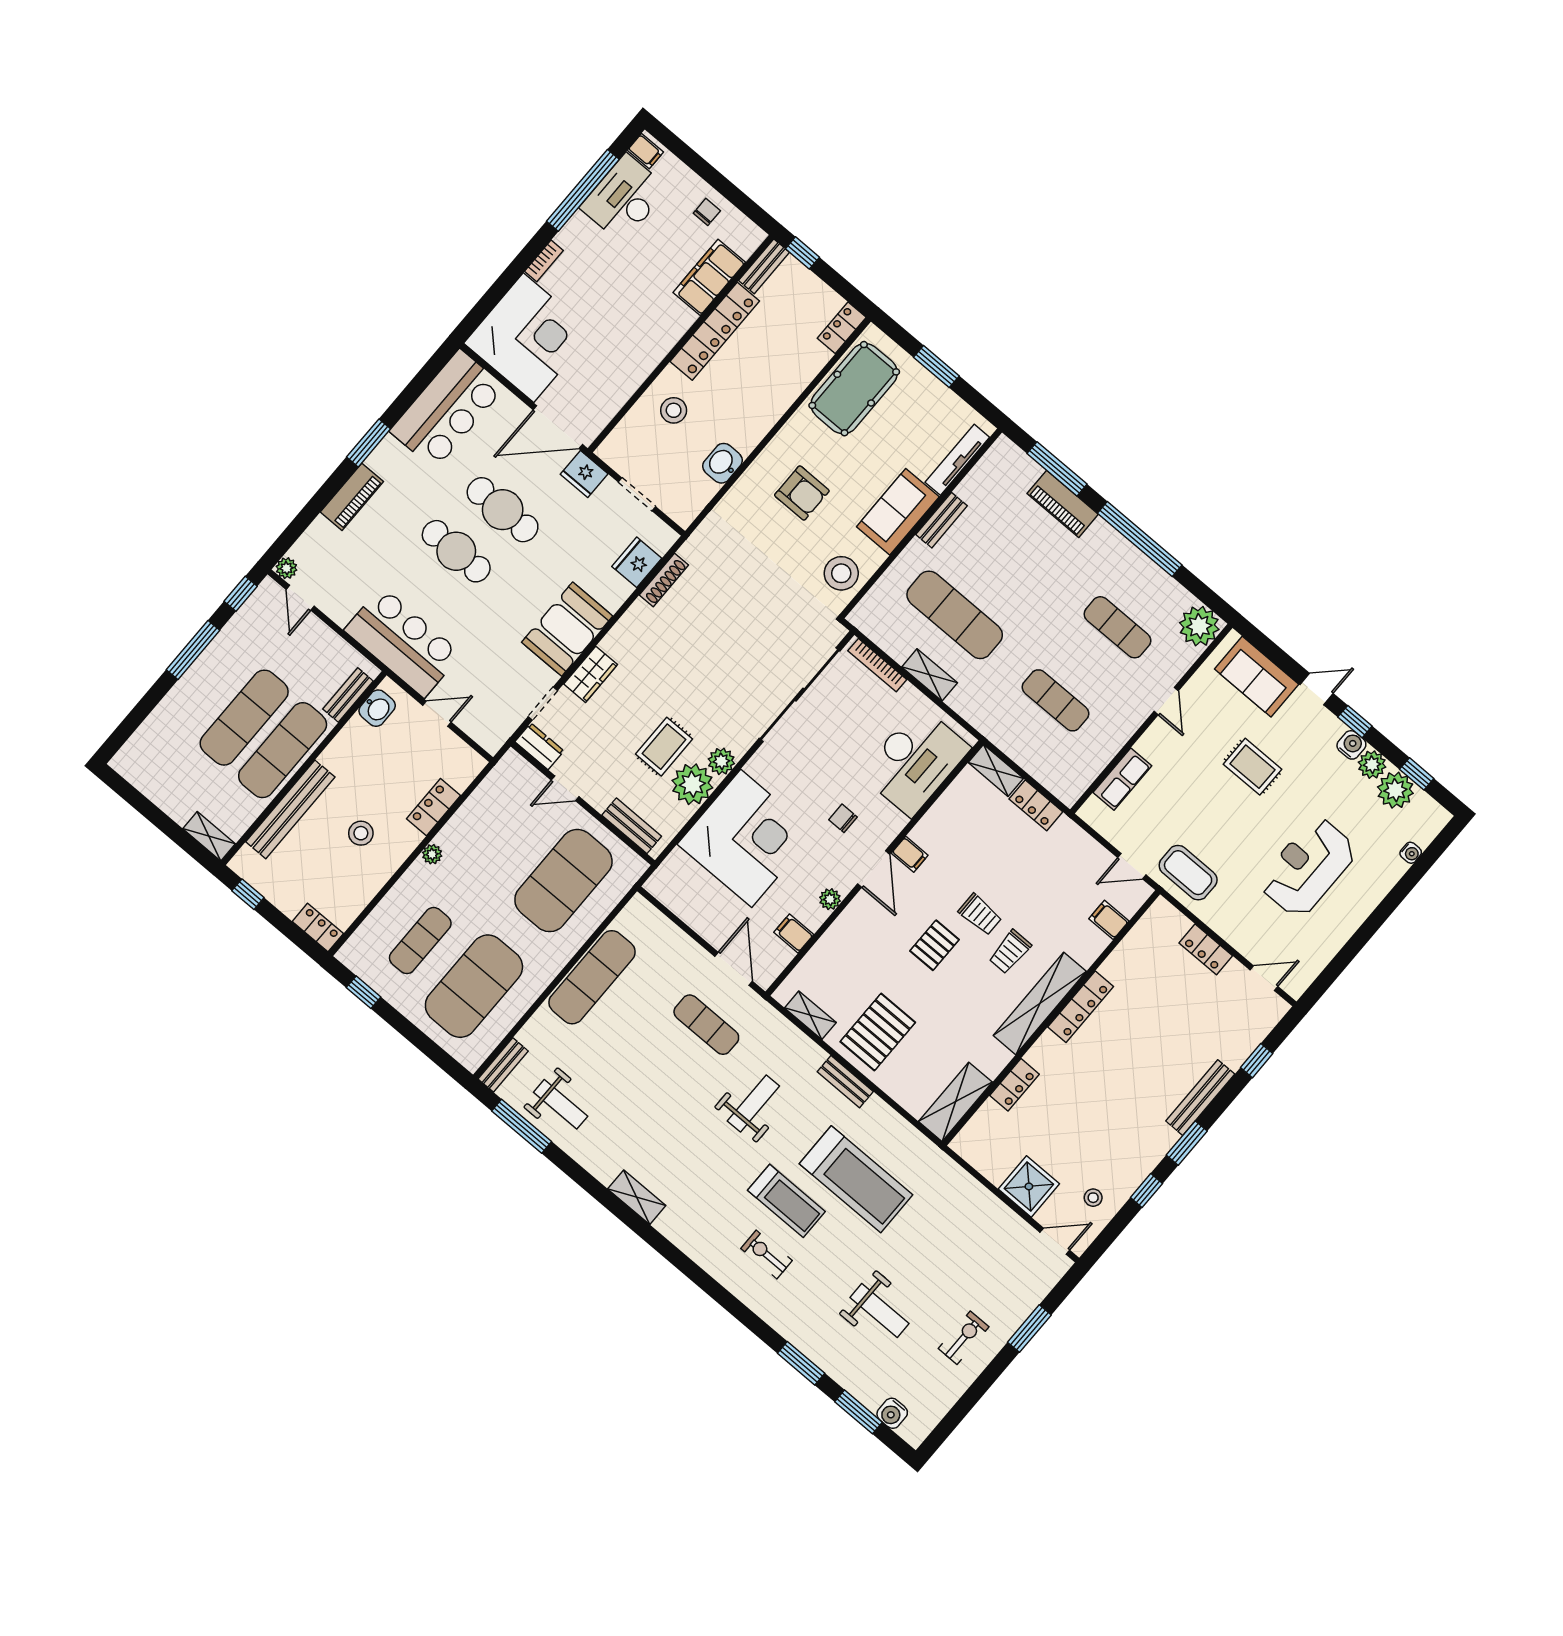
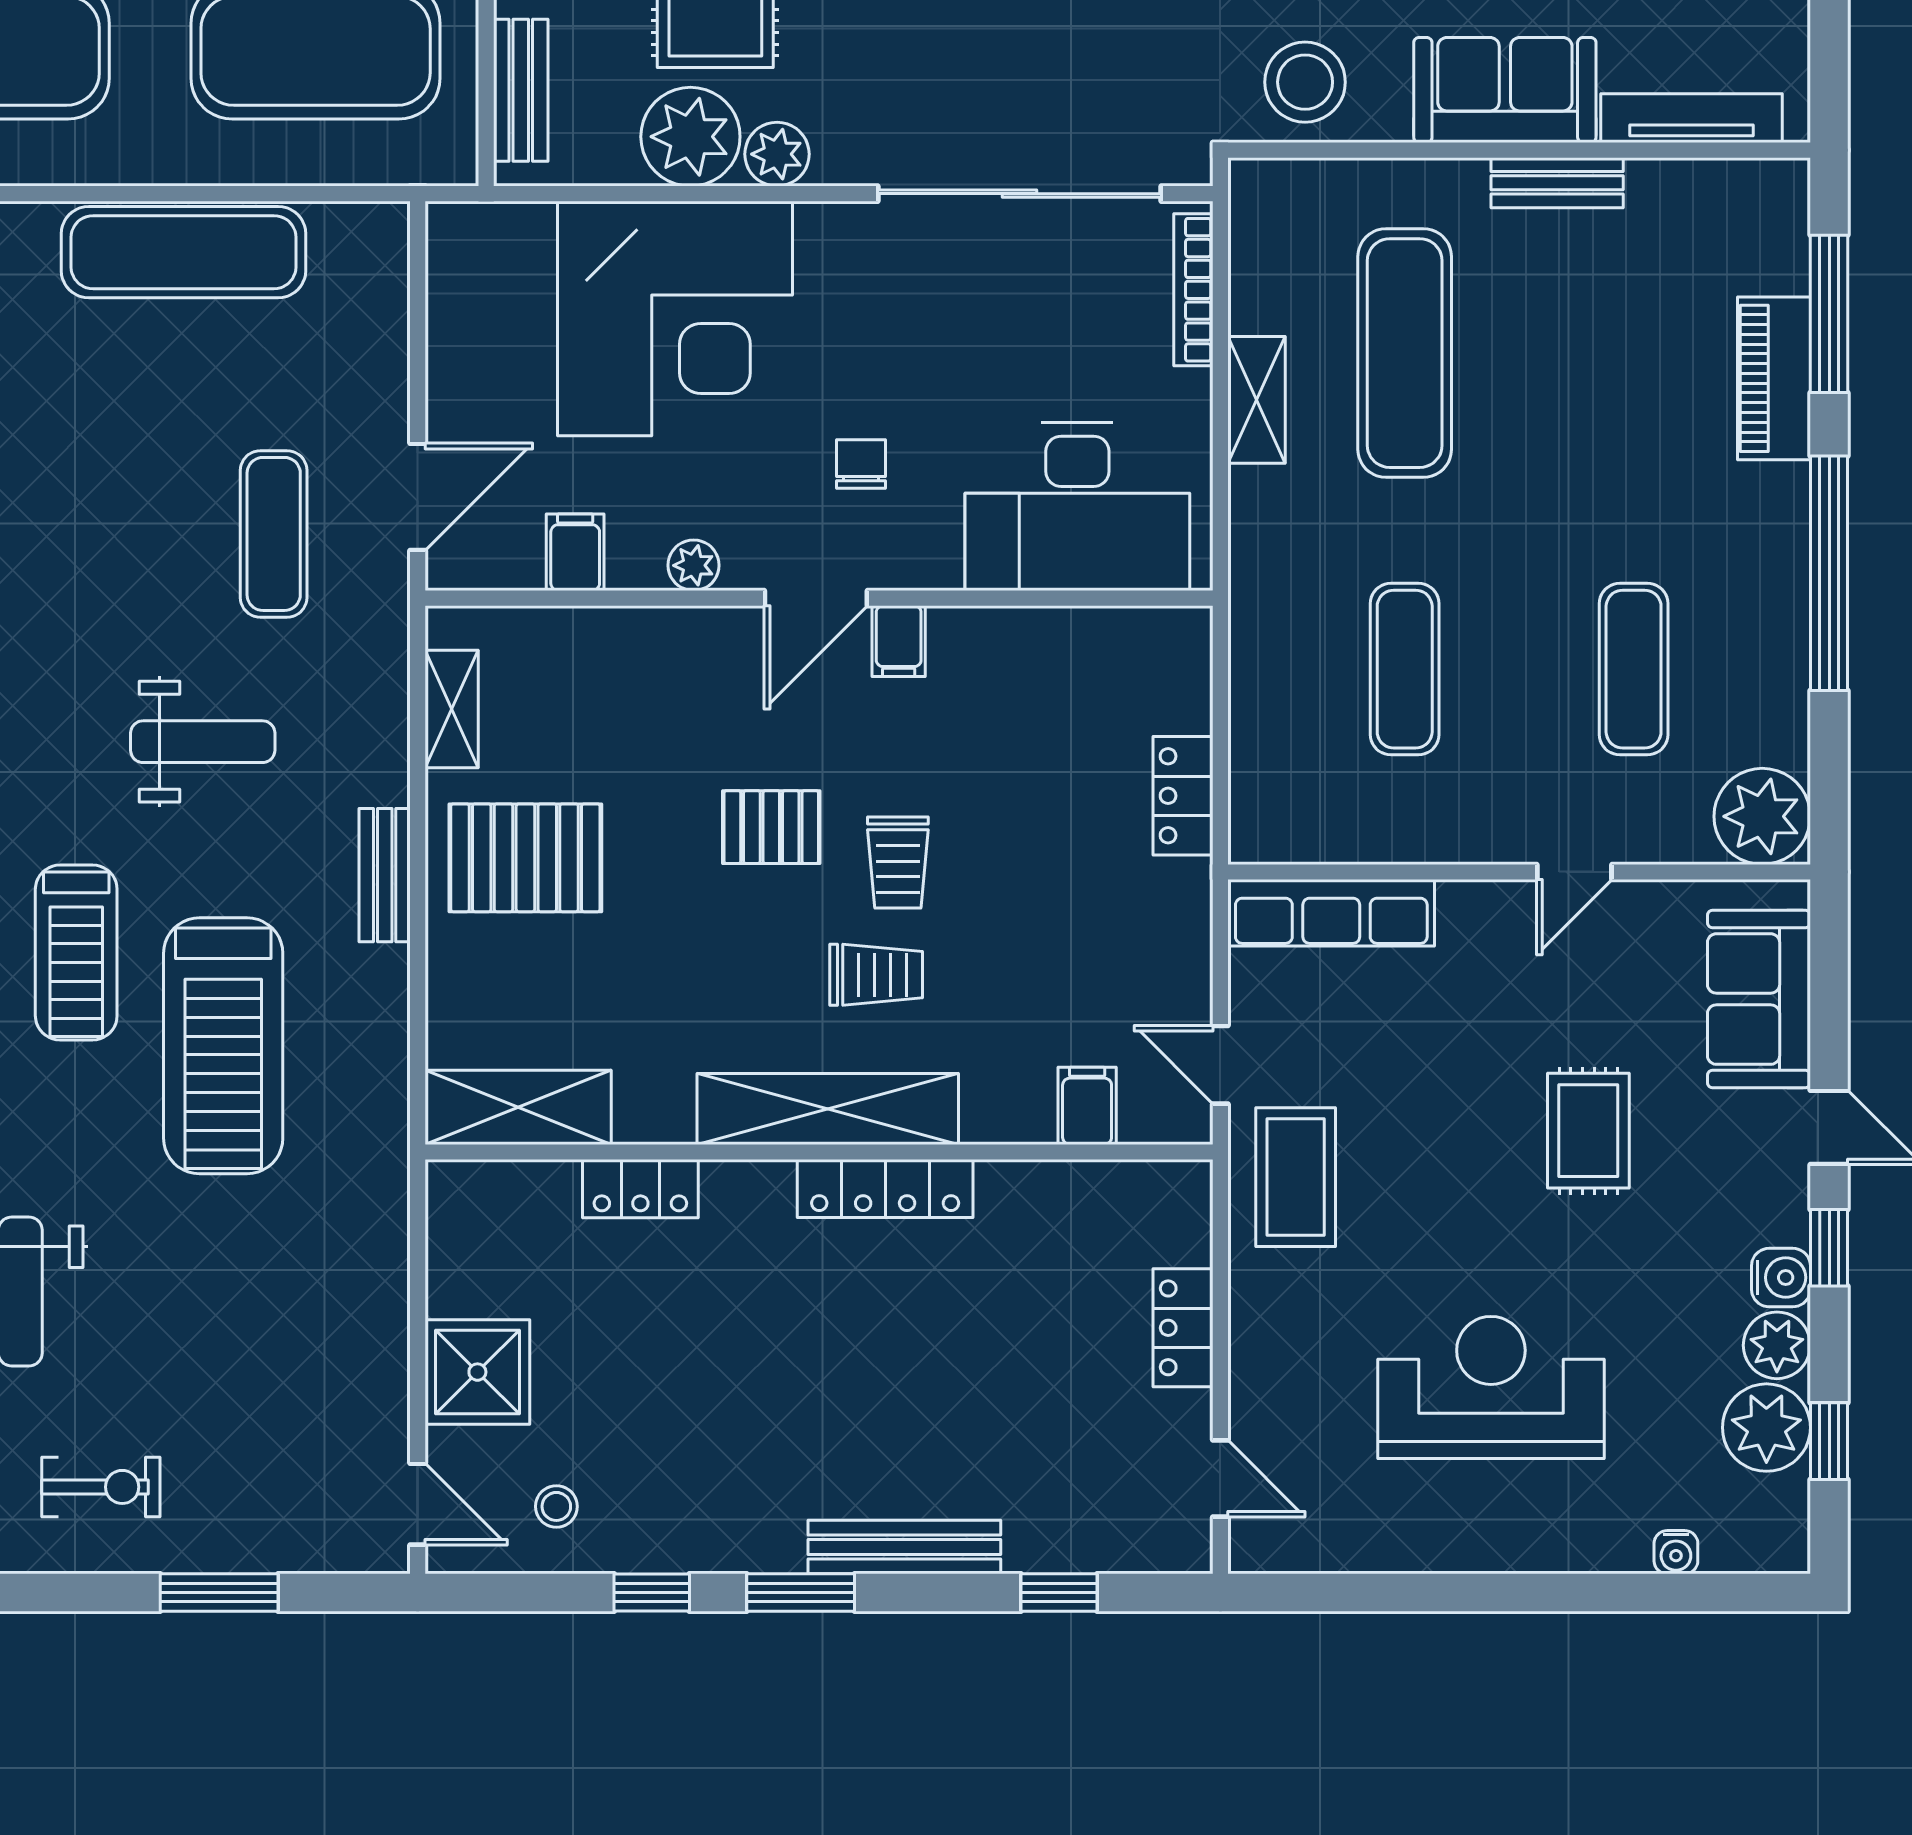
shelving: (996, 770) -> (1185, 669), removed
row of seats: (1122, 779) -> (1331, 913), width x1.48
trolley: (1010, 952) -> (876, 975), turned 180

